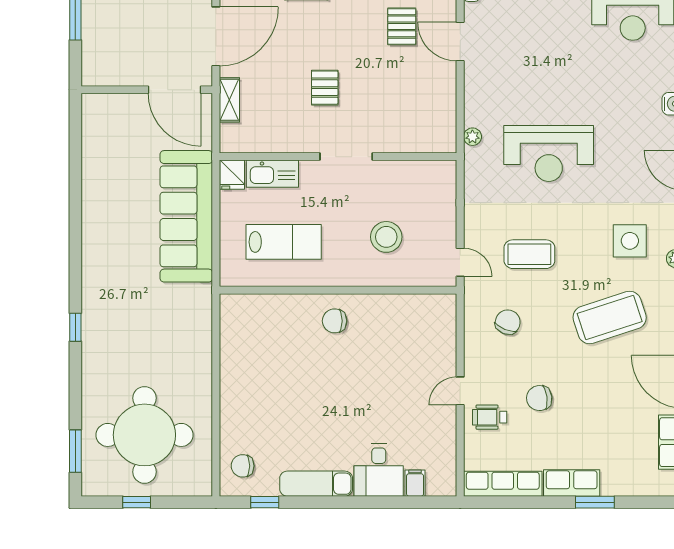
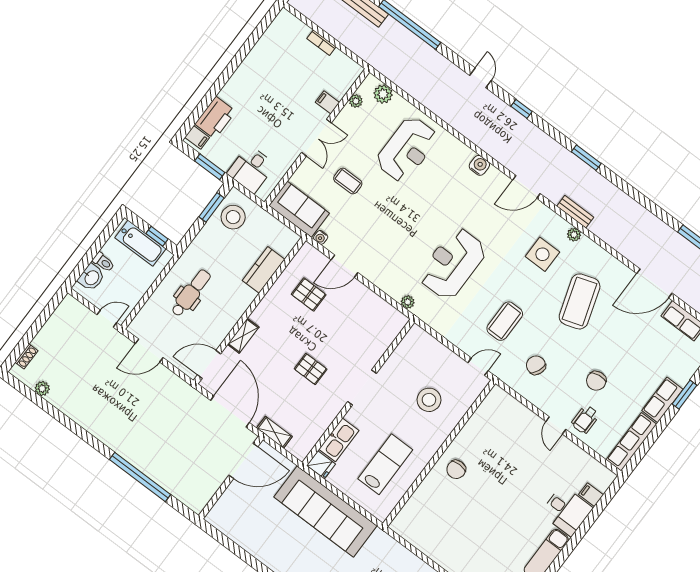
reception desk: (549, 153) -> (453, 264), turned 180

